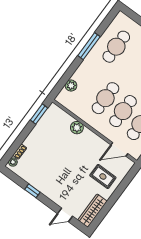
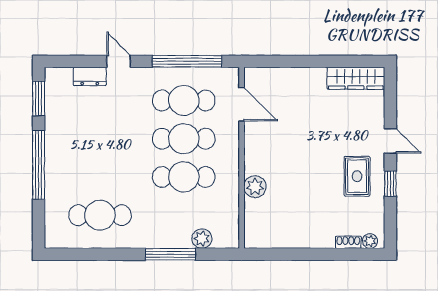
window: (89, 46) -> (170, 254), moved
window: (39, 114) -> (275, 254), removed
rug: (103, 176) -> (357, 176), moved
door: (65, 215) -> (390, 141), moved

